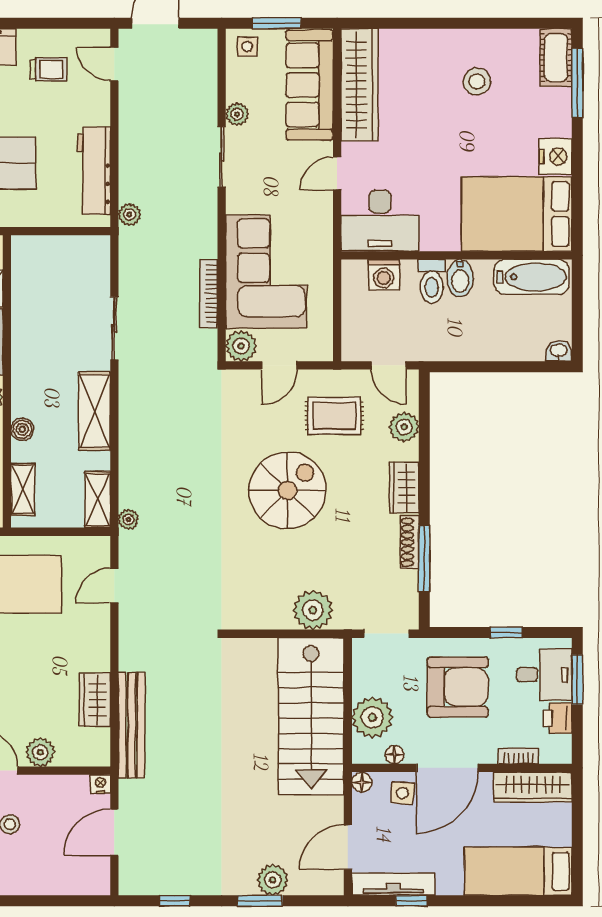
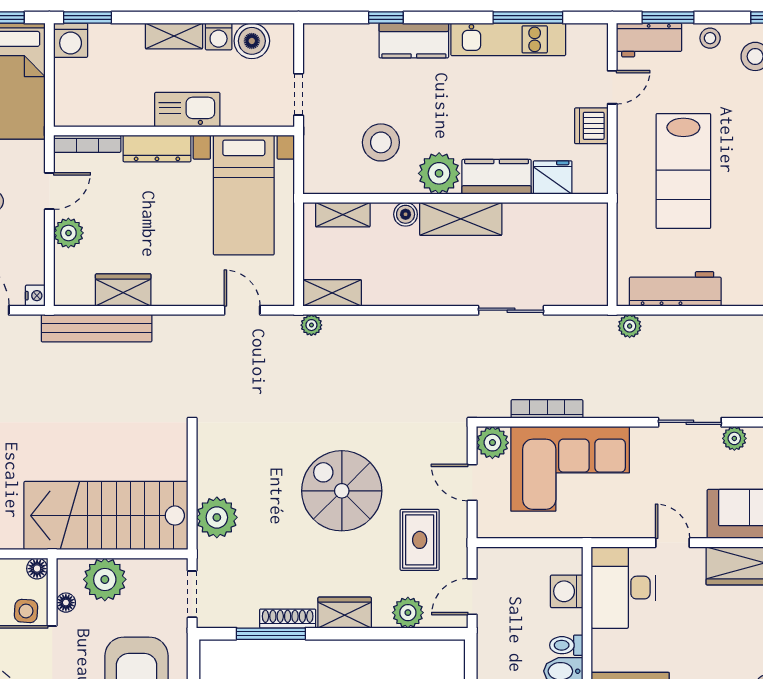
toilet: (432, 281) -> (566, 645), width x0.73, depth x0.72
shelving: (95, 411) -> (461, 219), moved
spiral stairs: (287, 490) -> (342, 491), turned 180

